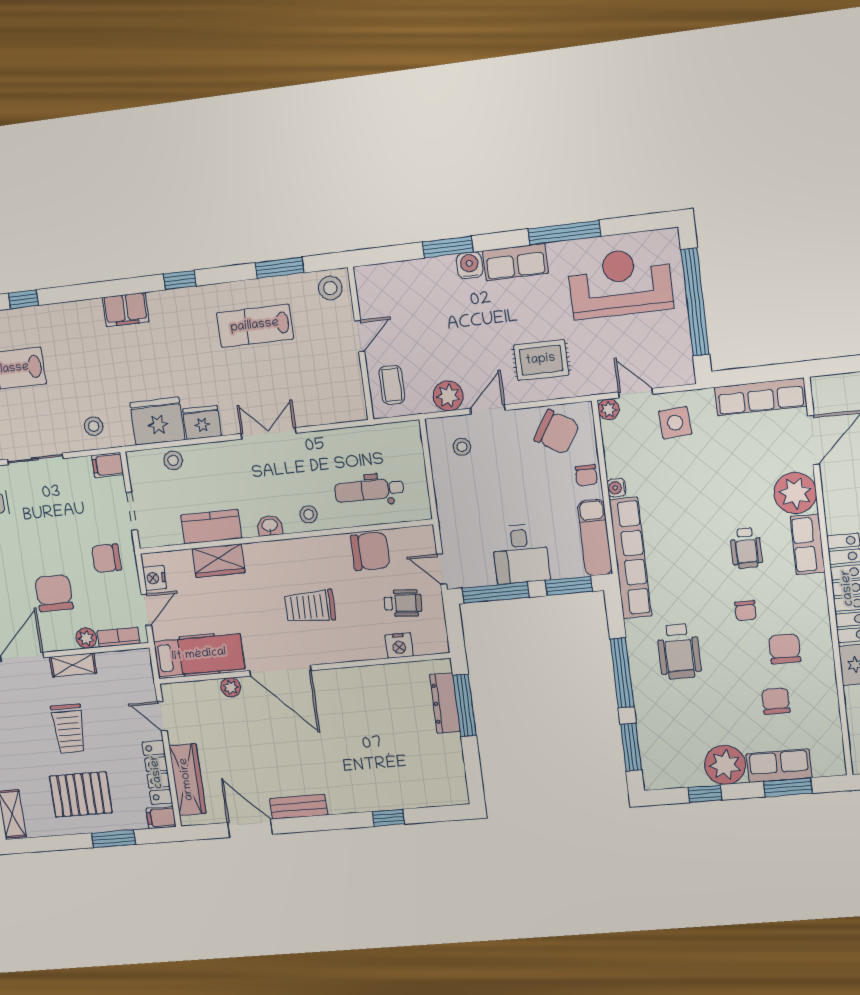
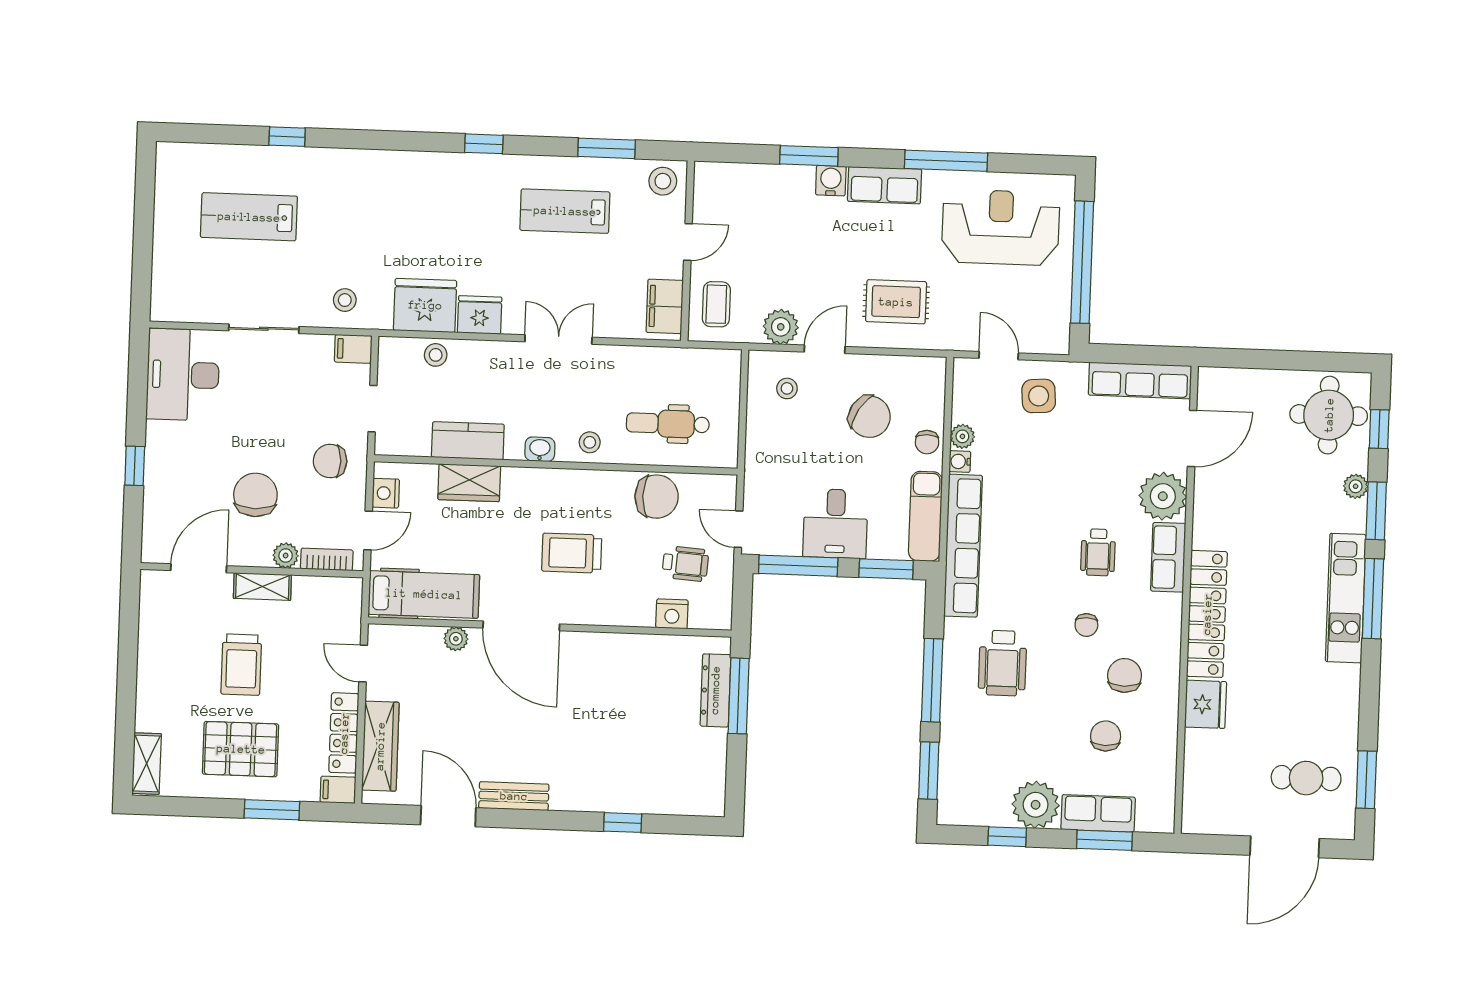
filing cabinet: (126, 310) -> (665, 306), moved, turned 90
plant: (609, 409) -> (962, 436), moved
chair: (557, 432) -> (869, 417), moved

